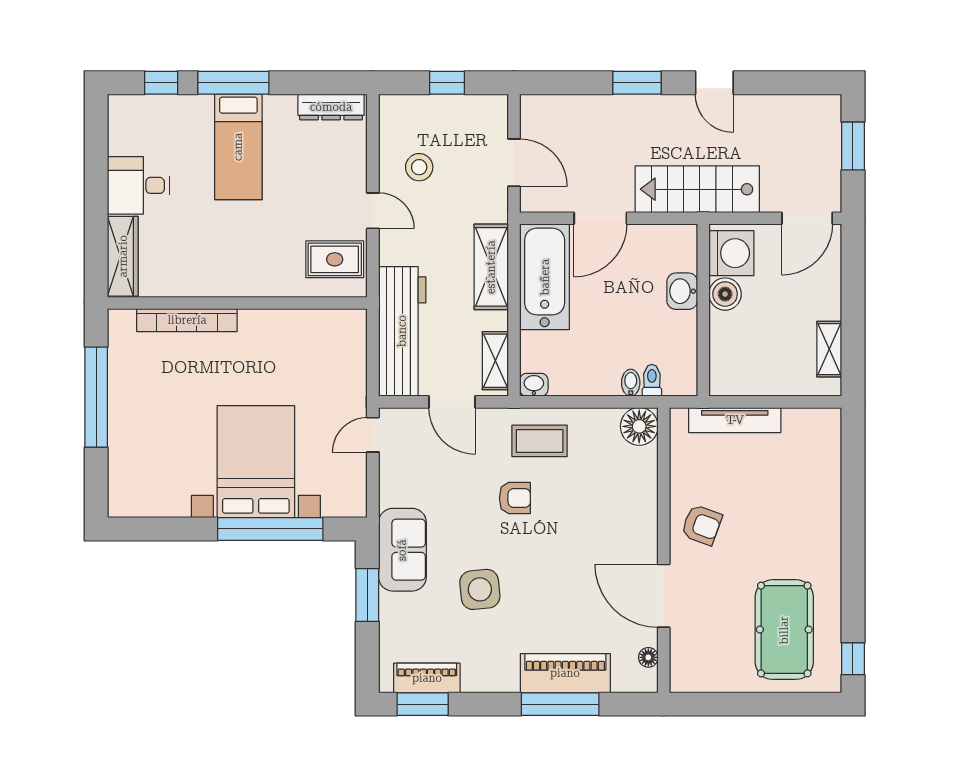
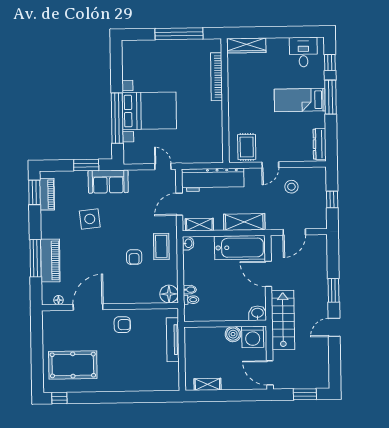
desk: (138, 185) -> (303, 52), moved
washbasin: (682, 291) -> (257, 313), moved
armchair: (515, 498) -> (134, 257), moved
armchair: (702, 525) -> (122, 325), turned -110

